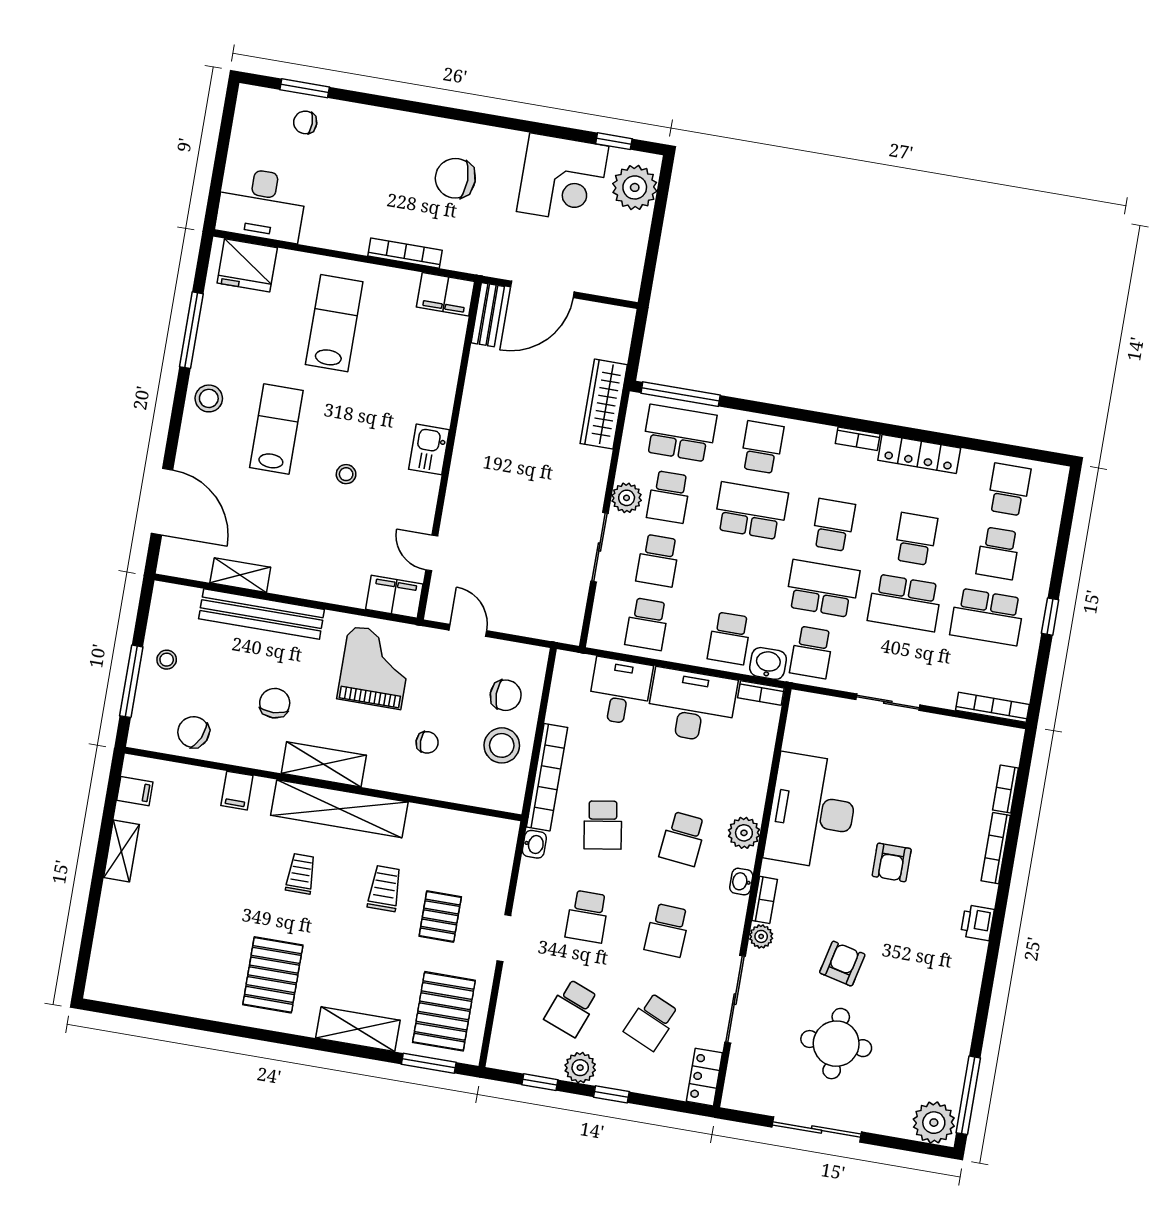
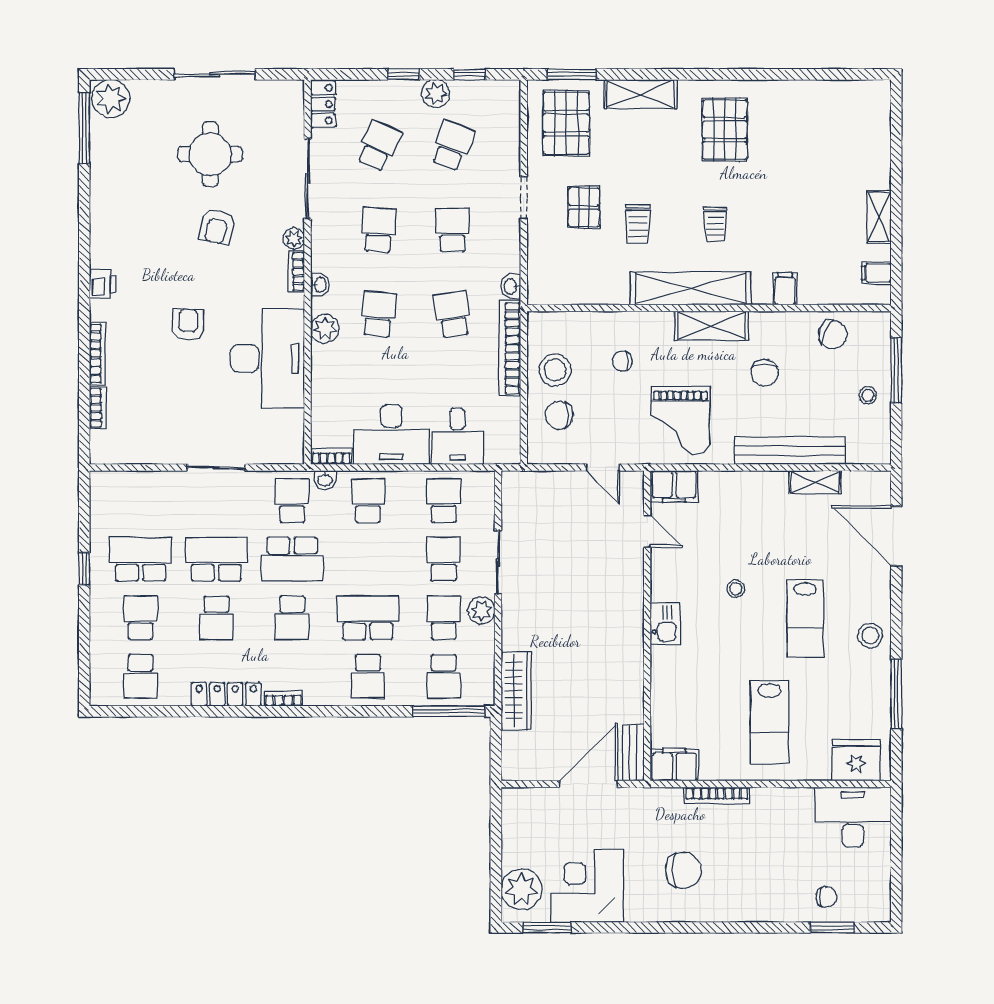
window: (614, 141) -> (547, 928), width x1.50
school desk: (680, 433) -> (444, 676), width x0.54
school desk: (751, 511) -> (368, 618), turned 180
washbasin: (768, 663) -> (325, 480), width x0.72, depth x0.69
bookcase: (992, 707) -> (122, 479), removed

